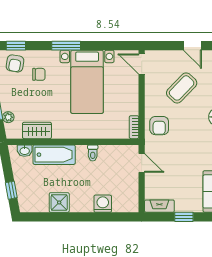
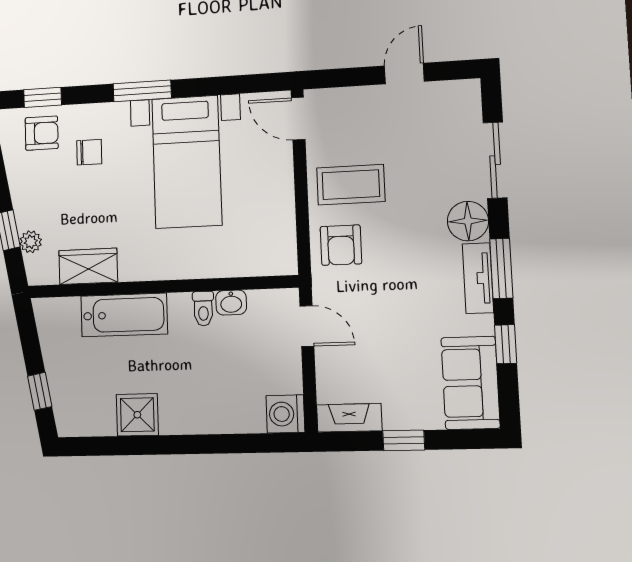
door: (192, 46) -> (404, 74), swing flipped
armchair: (15, 63) -> (42, 133), turned -100
coffee table: (182, 88) -> (351, 185), moved, turned 46
bookcase: (134, 127) -> (288, 251), removed
washbasin: (25, 151) -> (231, 303), moved
washing machine: (103, 204) -> (285, 414), moved, turned -90

